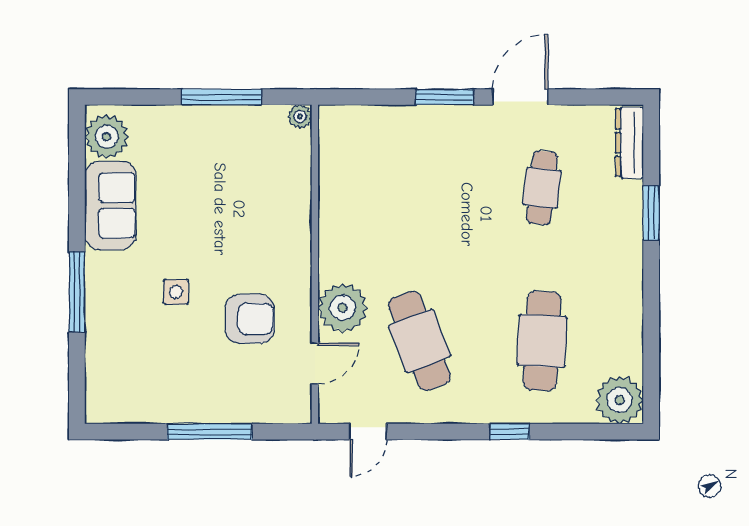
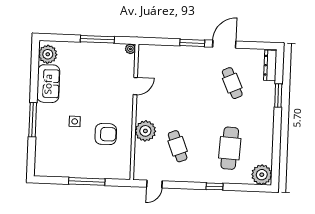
cafe table: (542, 188) -> (232, 83), turned -30
cafe table: (419, 341) -> (178, 146), width x0.73, depth x0.74
door: (315, 363) -> (135, 86), moved

